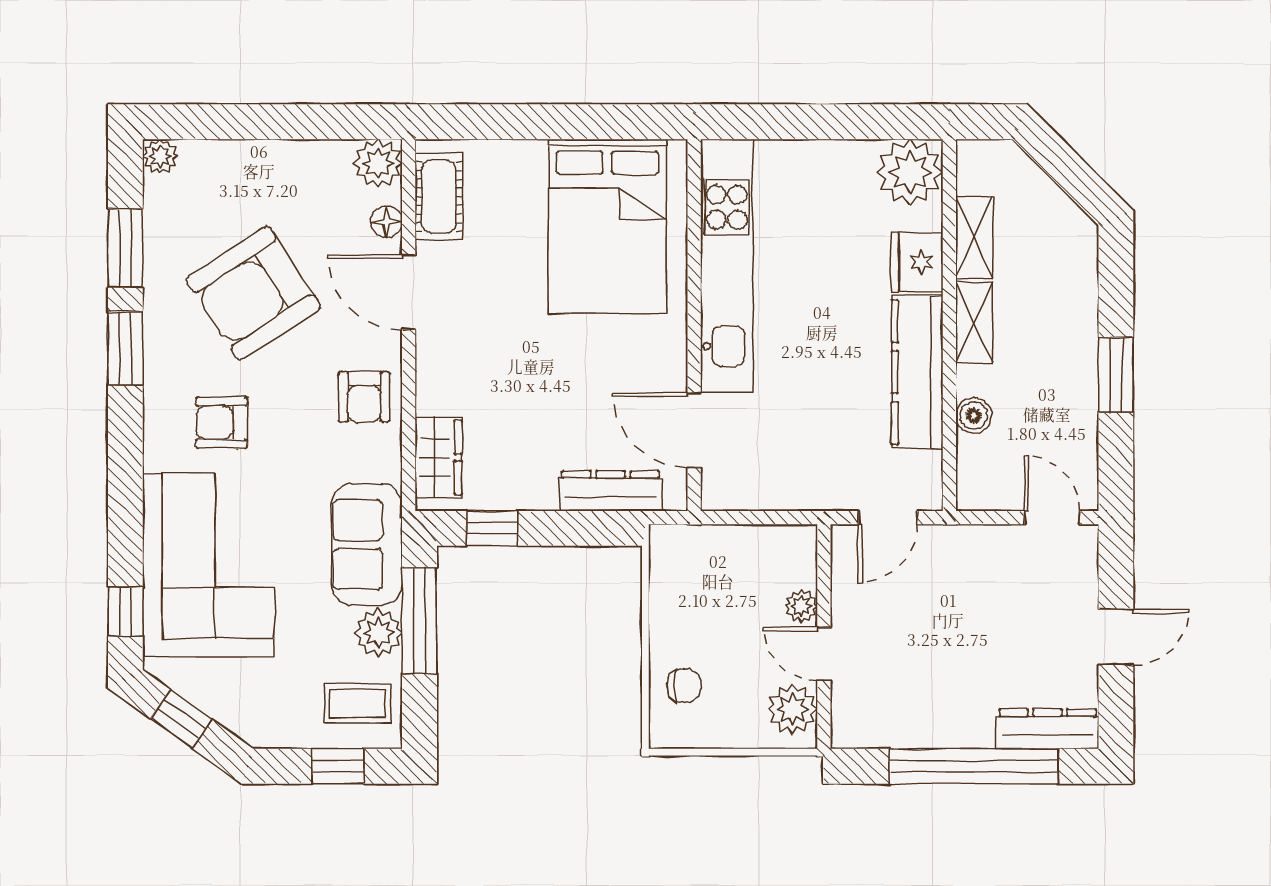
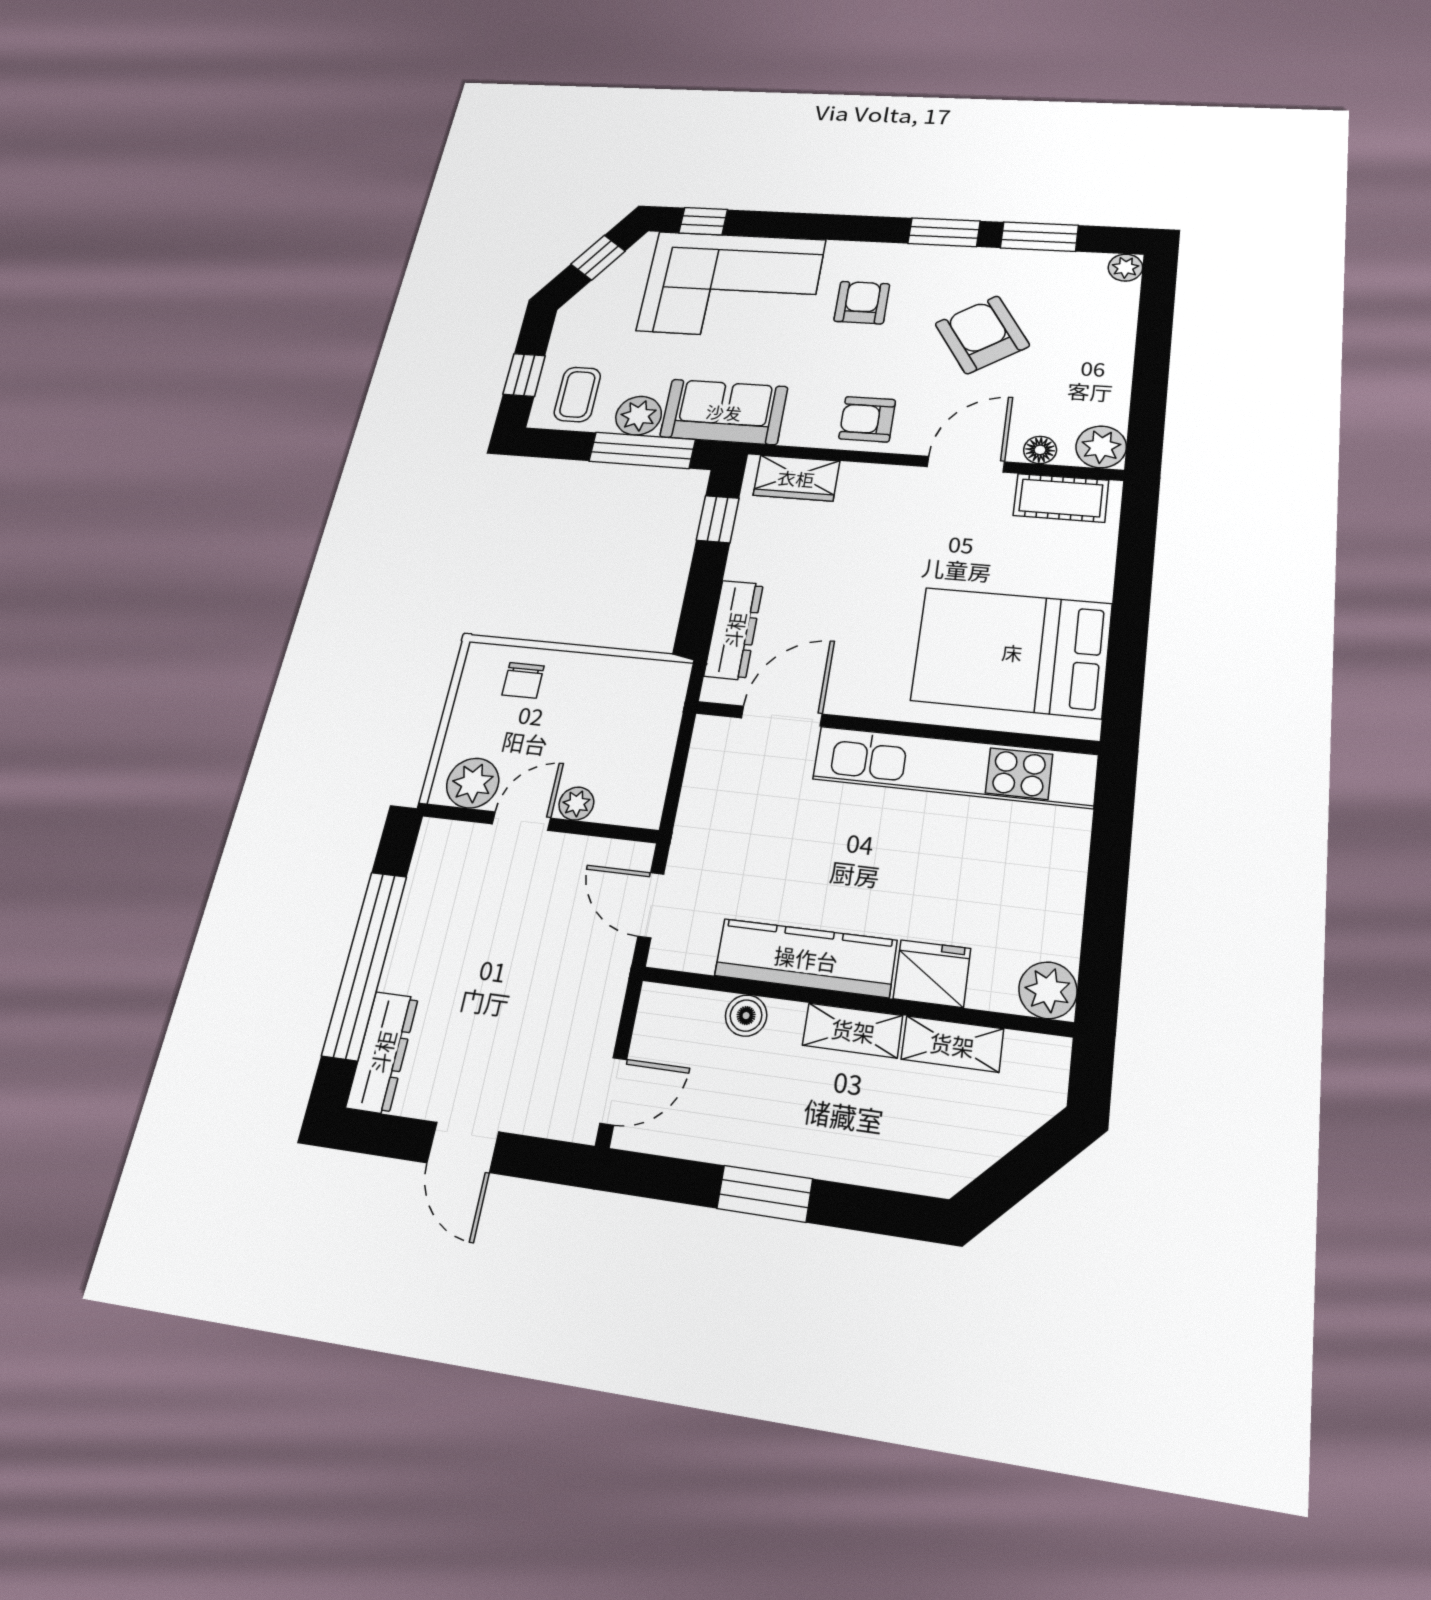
plant: (910, 172) -> (1048, 990), width x0.73, depth x0.73
armchair: (254, 293) -> (982, 335), width x0.73, depth x0.73

